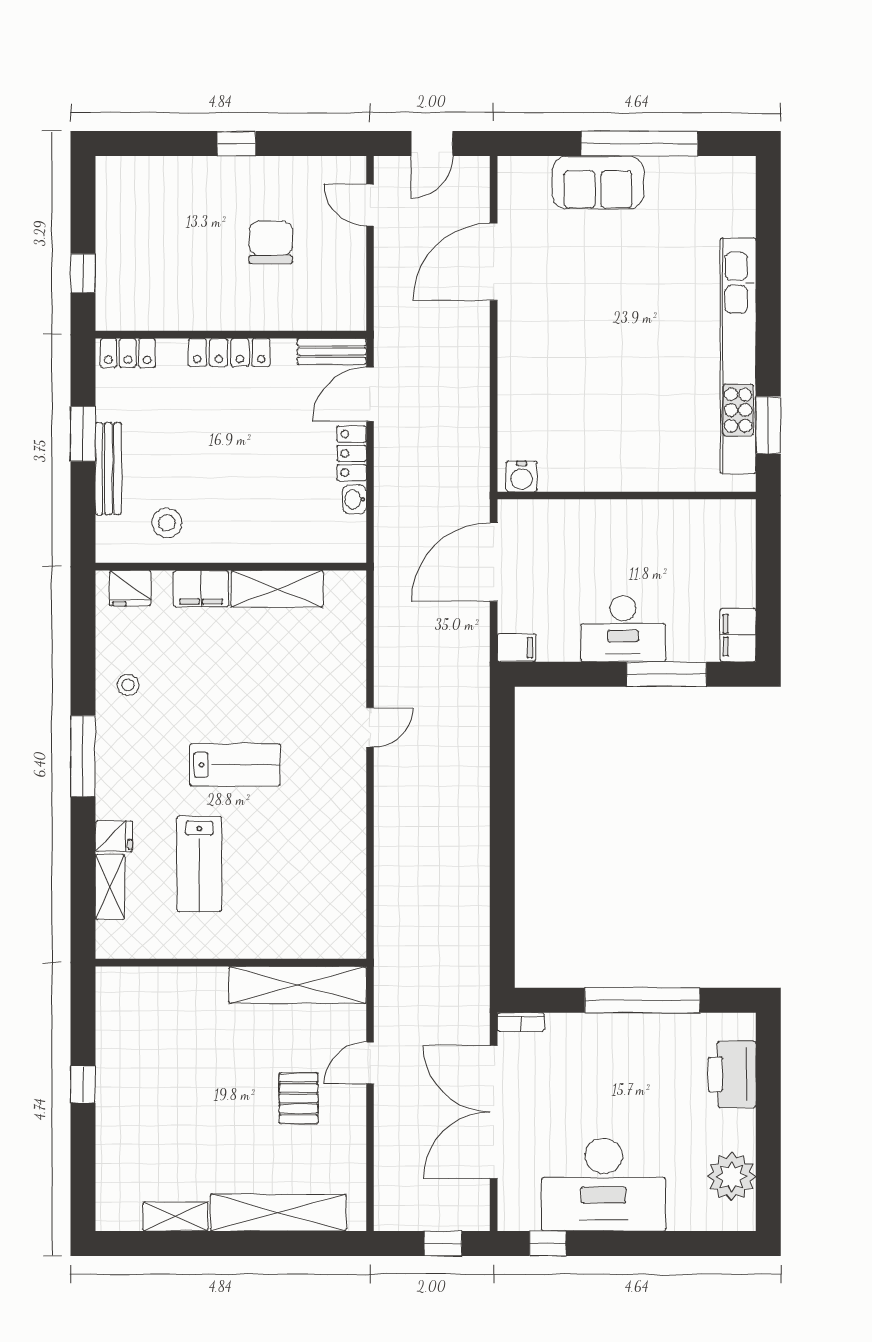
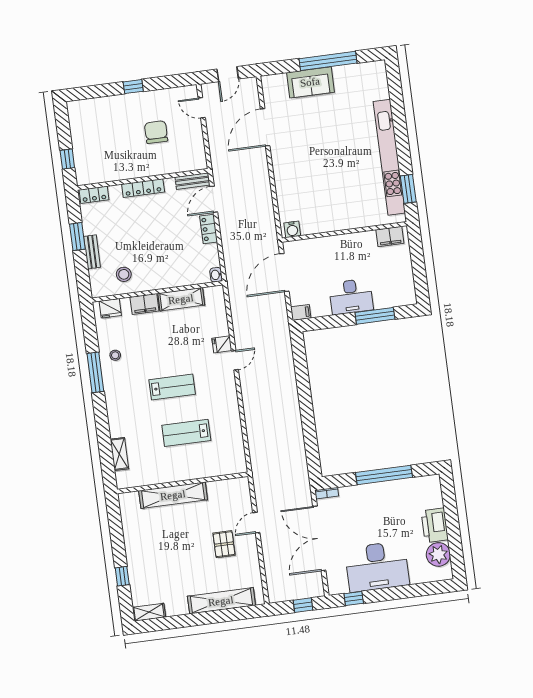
bench: (108, 469) -> (92, 252), width x0.73
washbasin: (354, 499) -> (216, 275), moved
filing cabinet: (738, 635) -> (390, 236), moved, turned -90
window: (83, 756) -> (95, 372), moved
fridge: (114, 836) -> (222, 344), moved, turned 180
lab bench: (199, 864) -> (186, 433), moved, turned 90
shelving: (298, 985) -> (173, 495), moved
printer: (732, 1074) -> (435, 525), moved
window: (83, 1085) -> (122, 576), moved
shelving: (175, 1216) -> (149, 612), moved

